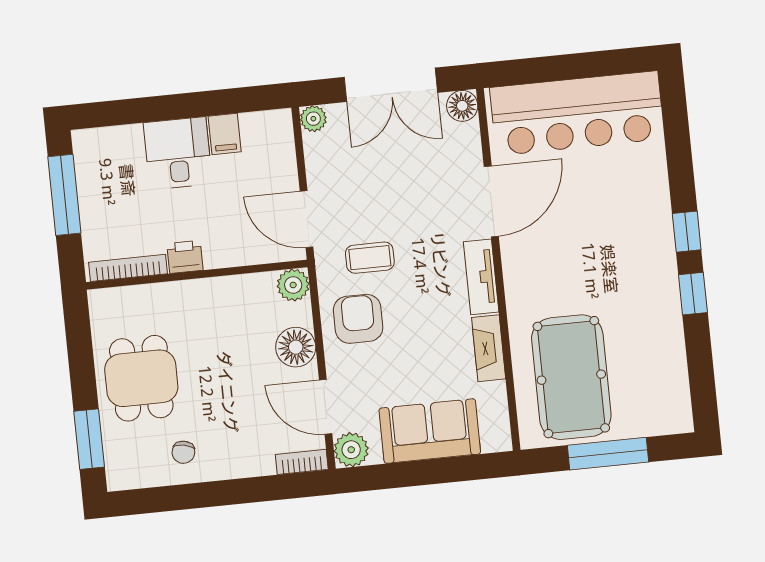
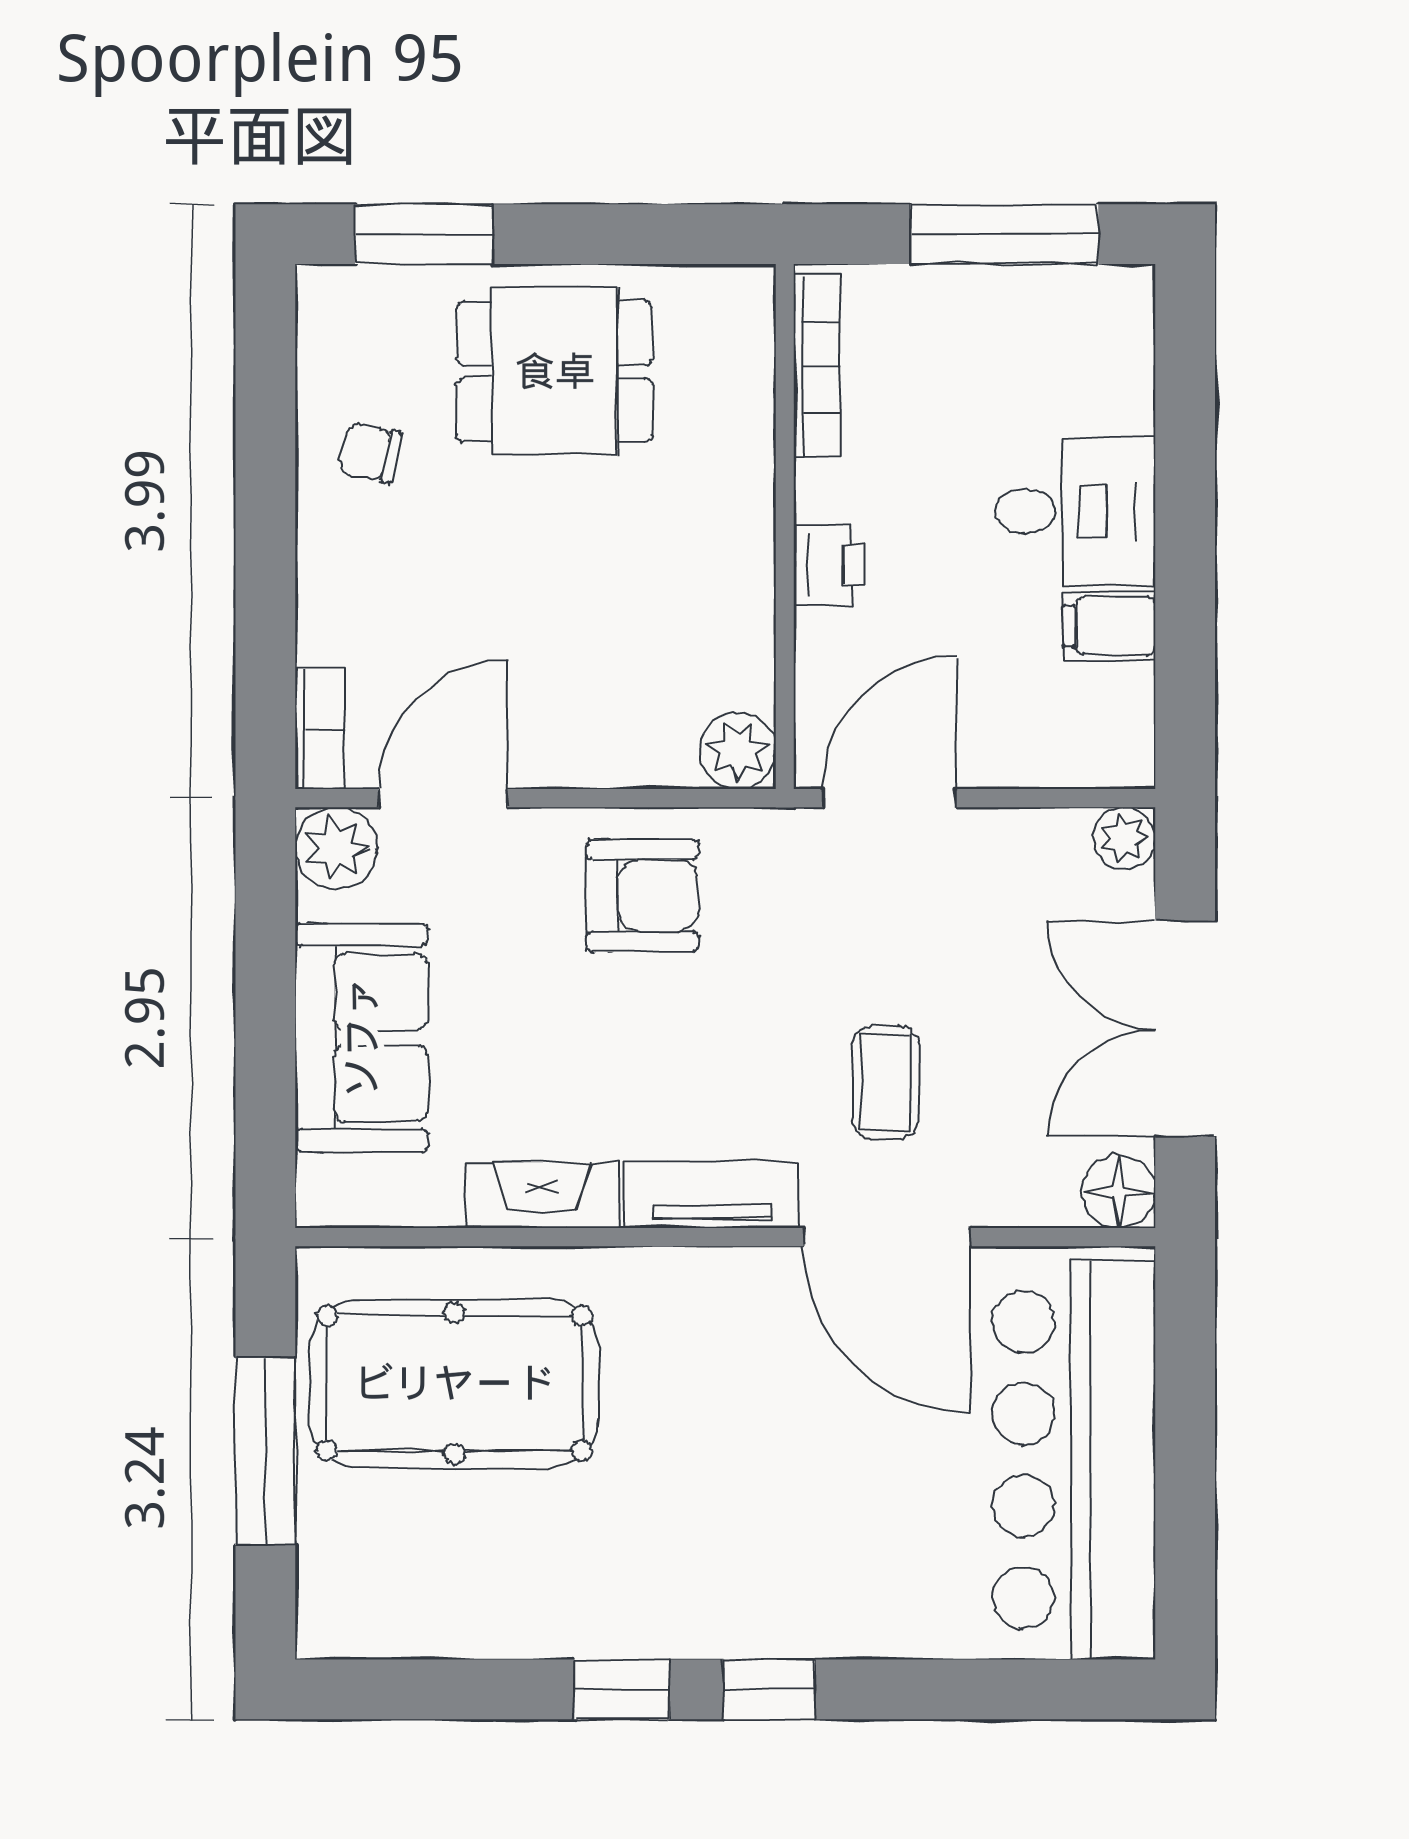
printer: (185, 257) -> (830, 565), moved
coffee table: (370, 258) -> (886, 1082), moved
floor lamp: (296, 347) -> (591, 742), removed

